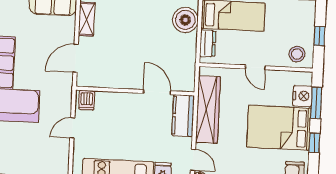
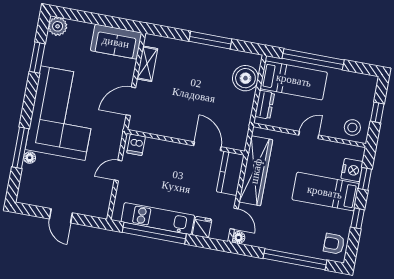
door: (255, 67) -> (309, 135), swing flipped
window: (316, 103) -> (365, 179), width x0.67
bed: (279, 128) -> (325, 192), width x0.67

